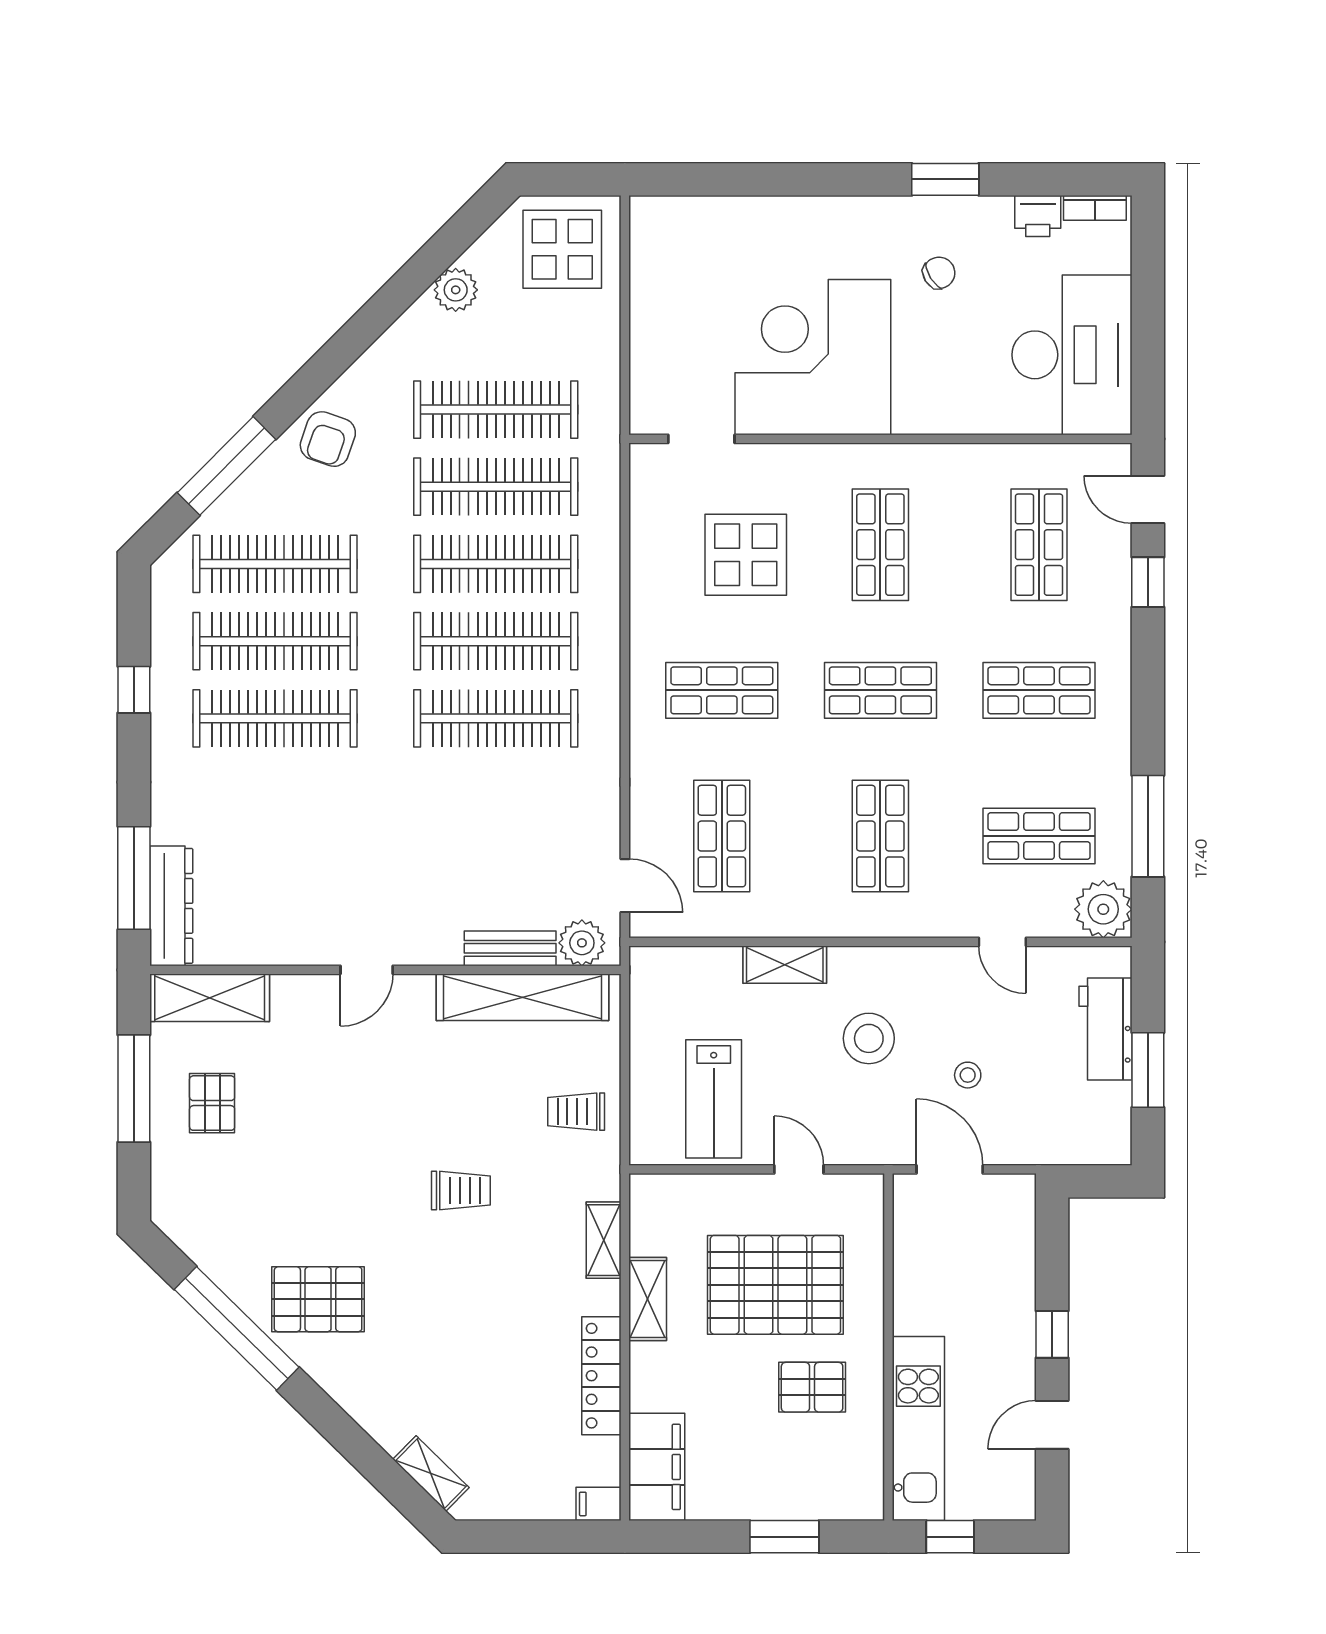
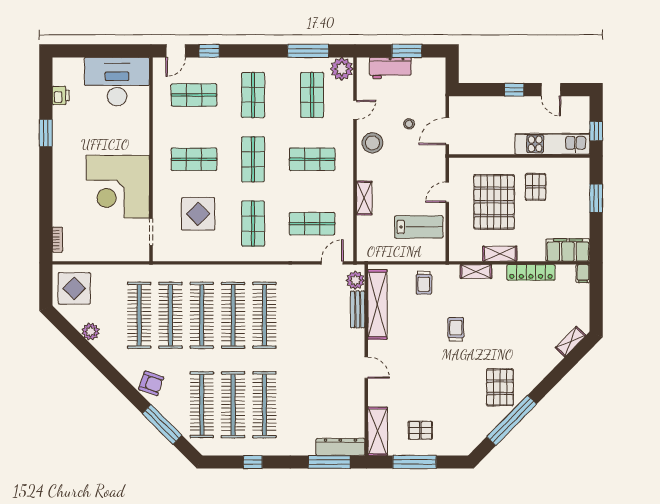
bookcase: (1095, 208) -> (57, 240), moved
chair: (939, 273) -> (84, 136), removed
stool: (869, 1038) -> (372, 143), moved

